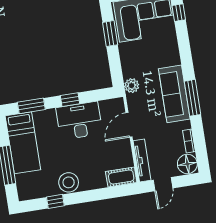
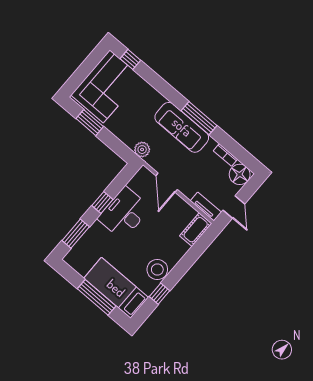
bed: (23, 143) -> (116, 288), moved, turned 180
tv unit: (142, 160) -> (206, 207), width x0.71

